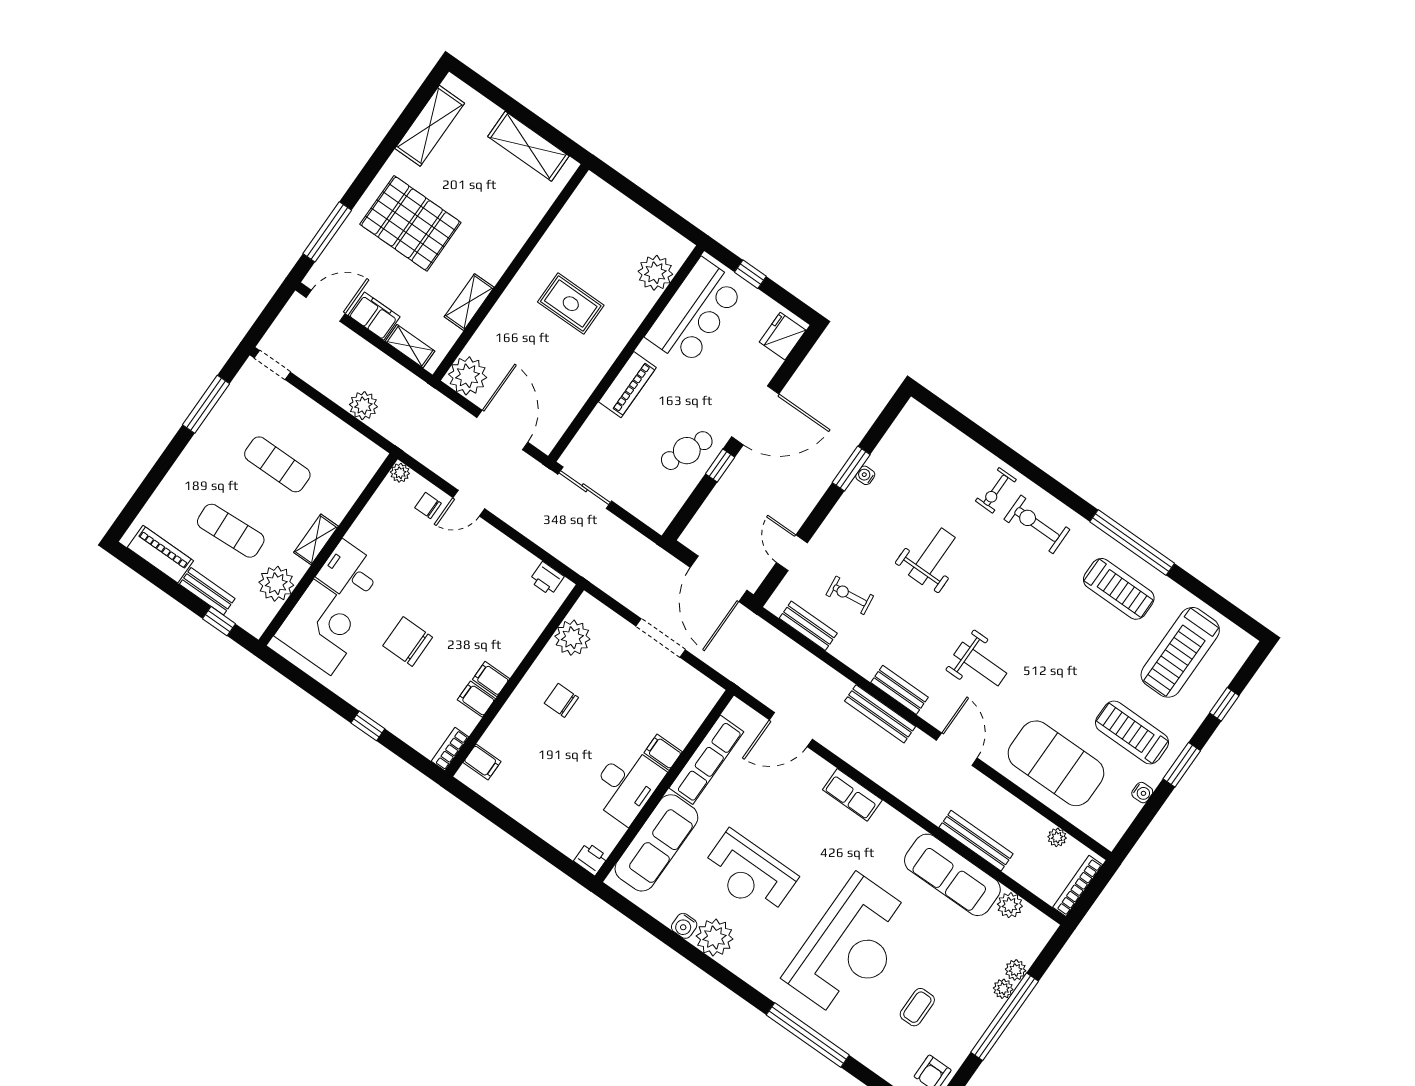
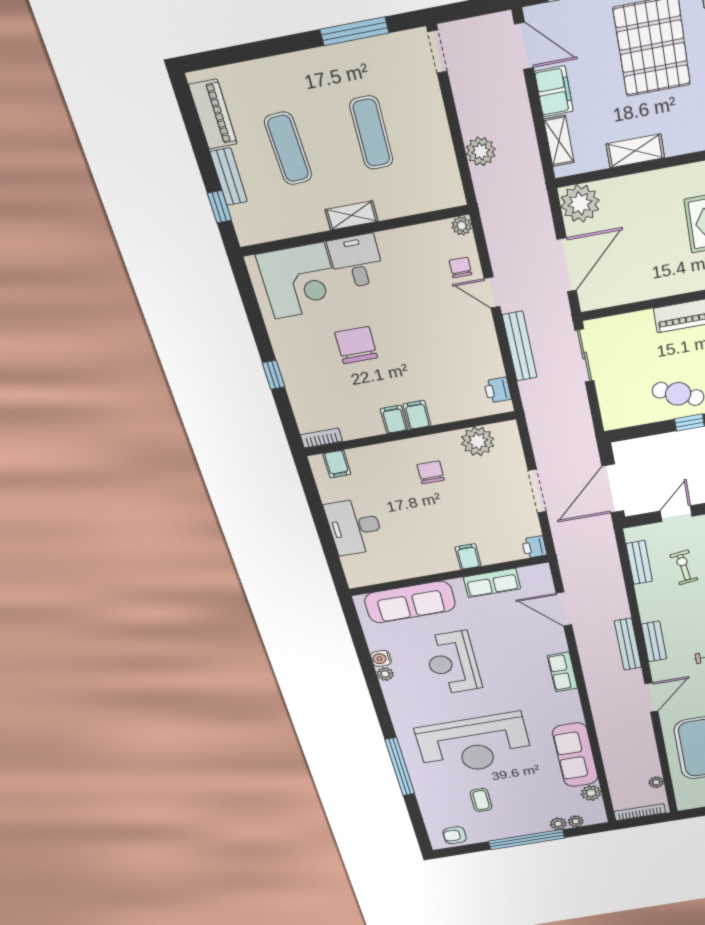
plant: (276, 584) -> (291, 220), removed
filing cabinet: (476, 699) -> (417, 415), moved
row of seats: (706, 760) -> (492, 583), width x0.68
desk: (626, 785) -> (354, 527), moved, turned 90
bench: (976, 841) -> (520, 346), moved
printer: (591, 859) -> (534, 547), moved, turned 180
plant: (715, 937) -> (385, 674), width x0.53, depth x0.53
plant: (1003, 989) -> (576, 821), moved
coffee table: (917, 1007) -> (481, 800), turned 90

